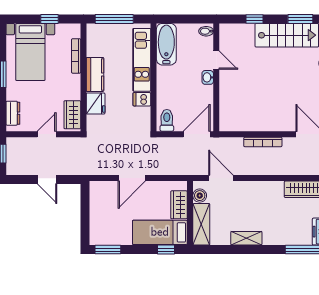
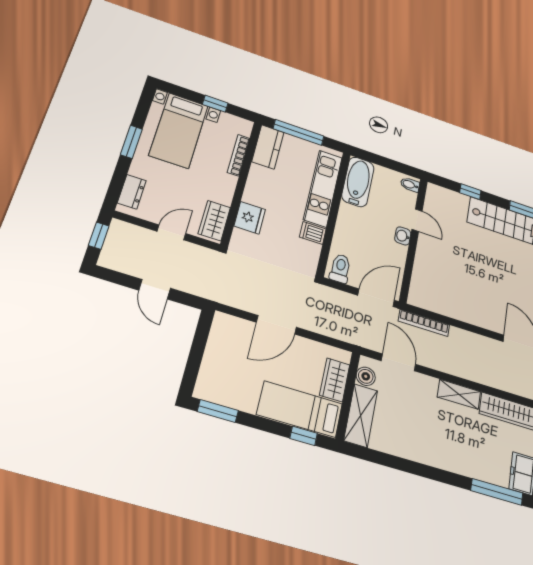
kitchen counter: (95, 74) -> (268, 147), moved
bookcase: (263, 142) -> (424, 323), moved
shelving: (246, 238) -> (459, 394), moved

